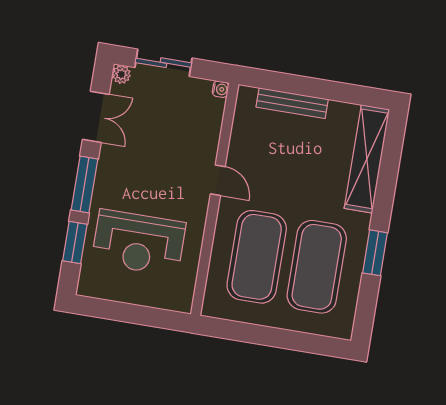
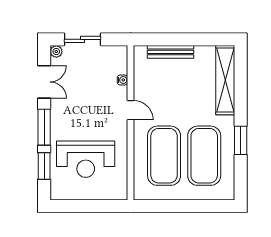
water cooler: (221, 89) -> (122, 80), moved

